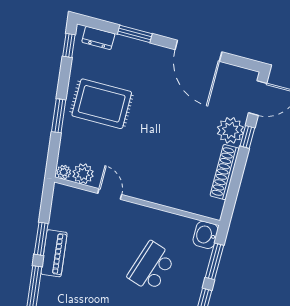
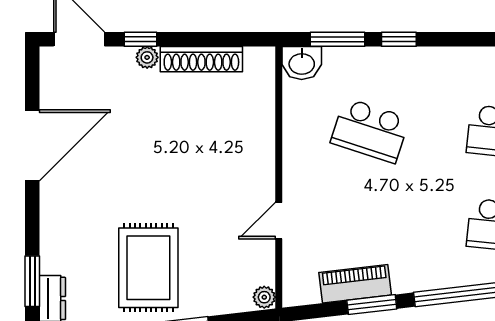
window: (135, 34) -> (32, 281), moved
plant: (230, 130) -> (147, 57), width x0.53, depth x0.53
plant: (83, 174) -> (259, 268), removed
piano: (54, 253) -> (355, 284), moved

